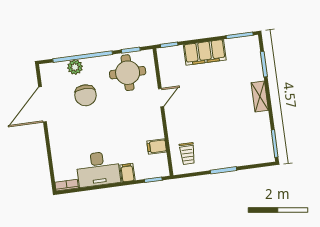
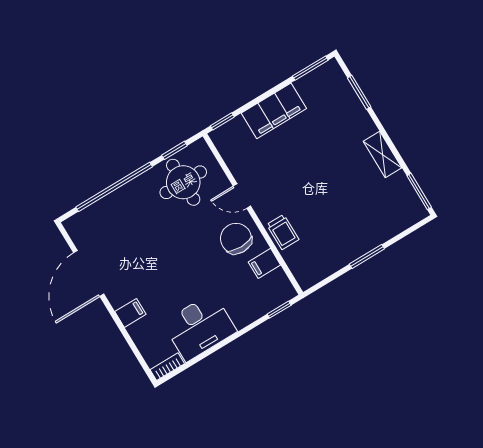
plant: (75, 67) -> (110, 205), removed
chair: (86, 95) -> (236, 239), moved, turned 180
shelving: (260, 97) -> (383, 155), moved
door: (161, 98) -> (242, 196), swing flipped
trolley: (187, 154) -> (283, 232), moved
filing cabinet: (127, 173) -> (130, 313), moved, turned 90

